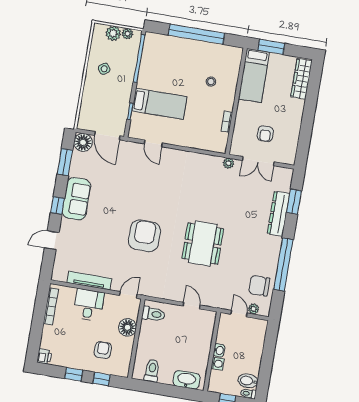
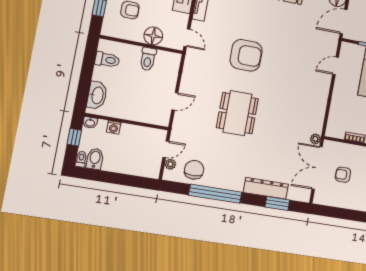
double door: (258, 161) -> (317, 168), width x1.37
dining table: (203, 244) -> (237, 113), turned 90
toilet: (153, 314) -> (148, 59), moved
washbasin: (219, 350) -> (90, 123), moved

